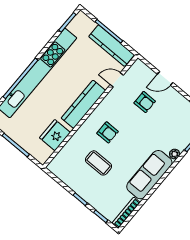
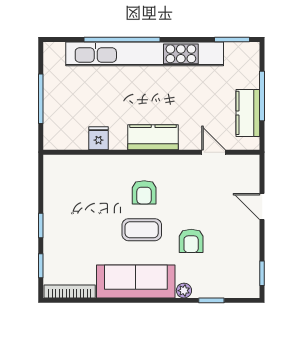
kitchen counter: (111, 46) -> (248, 113), width x0.67
armchair: (145, 102) -> (191, 241), moved
kitchen counter: (83, 104) -> (153, 137), width x0.67
fridge: (55, 135) -> (99, 138), width x0.53, depth x0.75
coffee table: (98, 163) -> (142, 230), moved, turned 90

